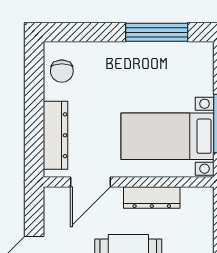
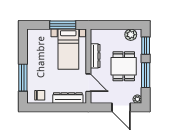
window: (157, 32) -> (23, 78), moved

